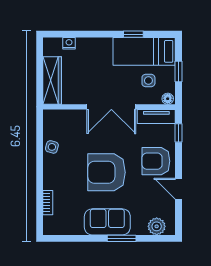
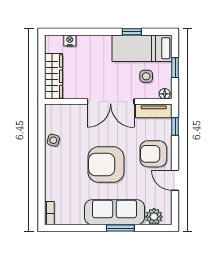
bookcase: (48, 203) -> (49, 213), moved
sofa: (107, 222) -> (114, 212), width x1.36

